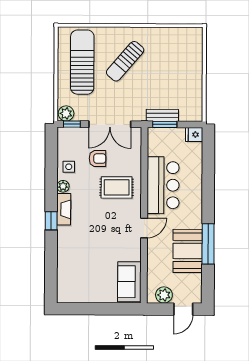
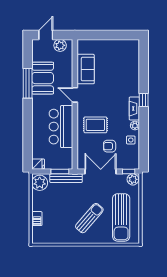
barbecue: (196, 61) -> (37, 219), added
plant: (192, 109) -> (40, 183), added
bench: (162, 115) -> (66, 178), width x1.36
door: (144, 228) -> (75, 95), hinge flipped
sofa: (129, 282) -> (86, 69), moved

